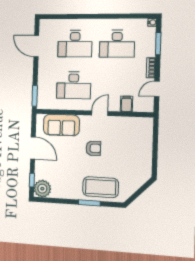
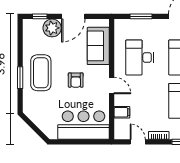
window: (35, 96) -> (141, 16), moved
bar counter: (138, 143) -> (83, 125), added
coffee table: (101, 187) -> (41, 73), moved
plant: (42, 189) -> (52, 28), moved

